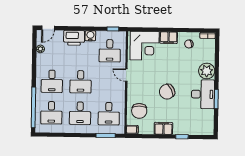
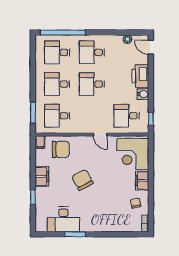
plant: (207, 71) -> (106, 223), removed
door: (126, 75) -> (100, 135), swing flipped
desk: (203, 94) -> (63, 219), moved
chair: (139, 111) -> (61, 149), turned 180

